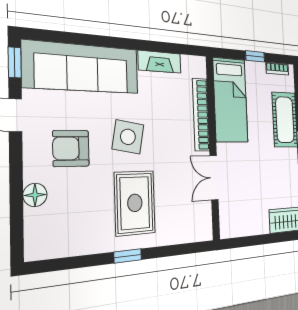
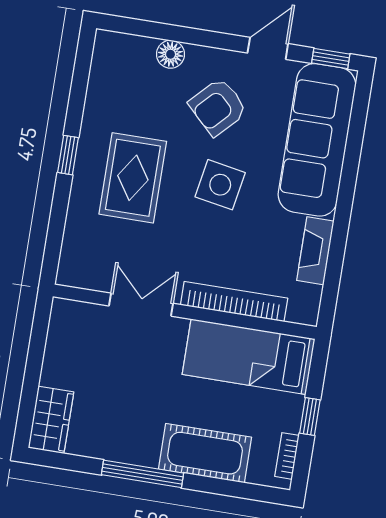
armchair: (71, 148) -> (218, 107), turned -136
rug: (135, 203) -> (133, 178), turned 90

